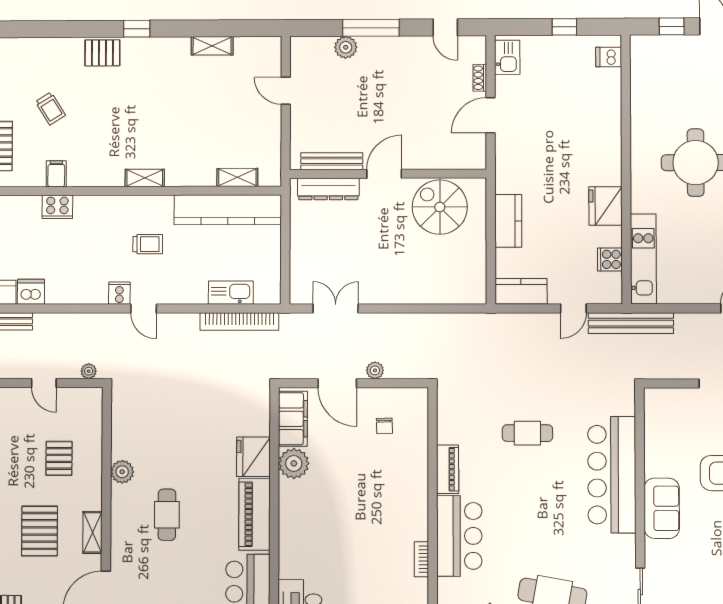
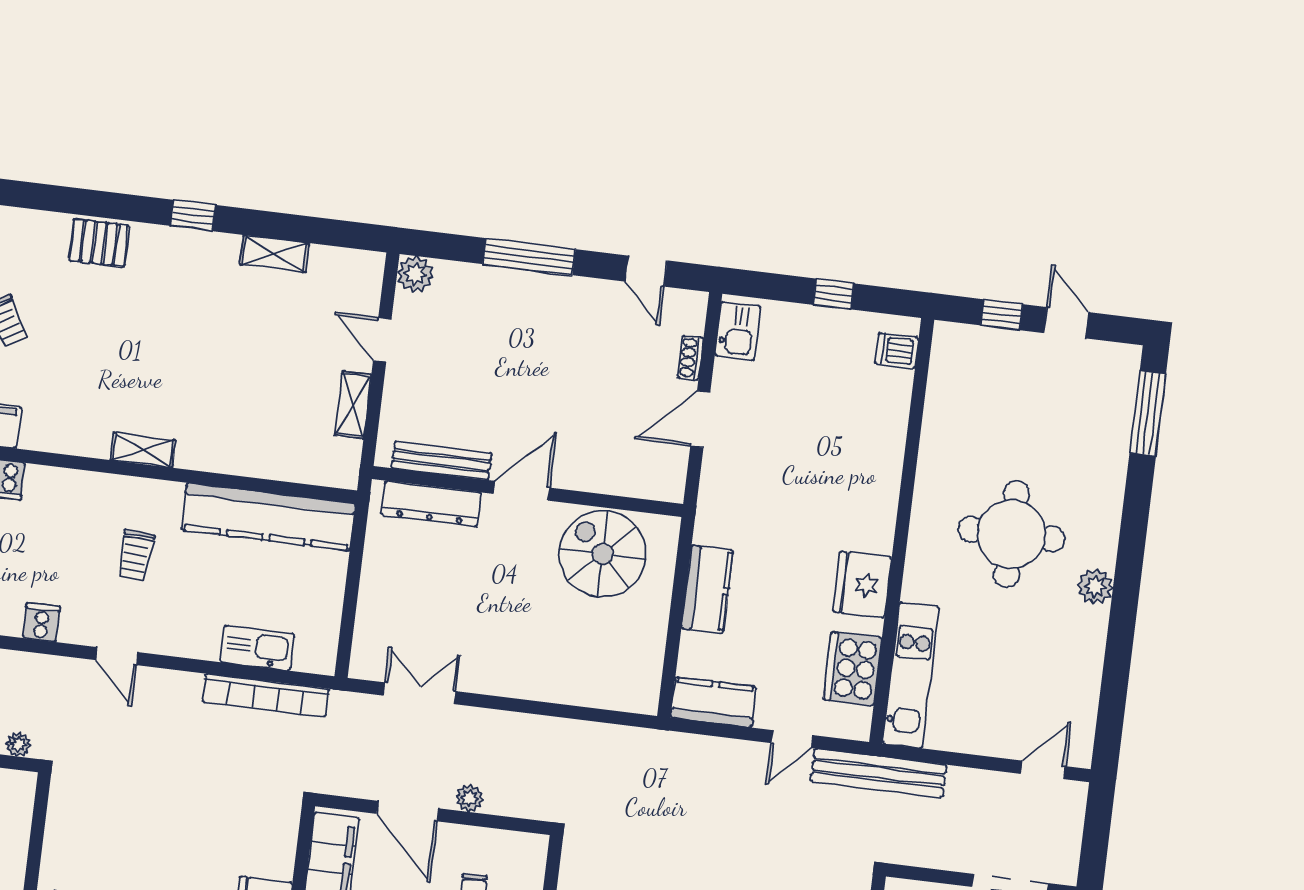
window: (137, 29) -> (193, 215), moved
plant: (346, 47) -> (415, 274), moved
shelving: (237, 177) -> (353, 405), moved, turned 90
trolley: (148, 244) -> (135, 555), turned 94
cooker: (610, 259) -> (853, 669), width x1.87, depth x1.31
cooker: (119, 293) -> (41, 622), moved

